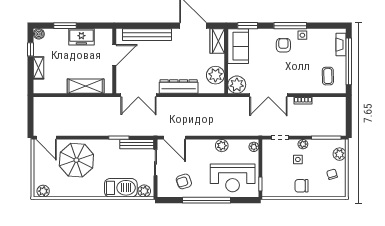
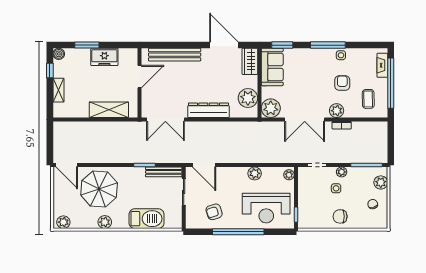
armchair: (283, 45) -> (342, 83), moved
plant: (298, 87) -> (337, 111), added
plant: (144, 191) -> (105, 222), moved

